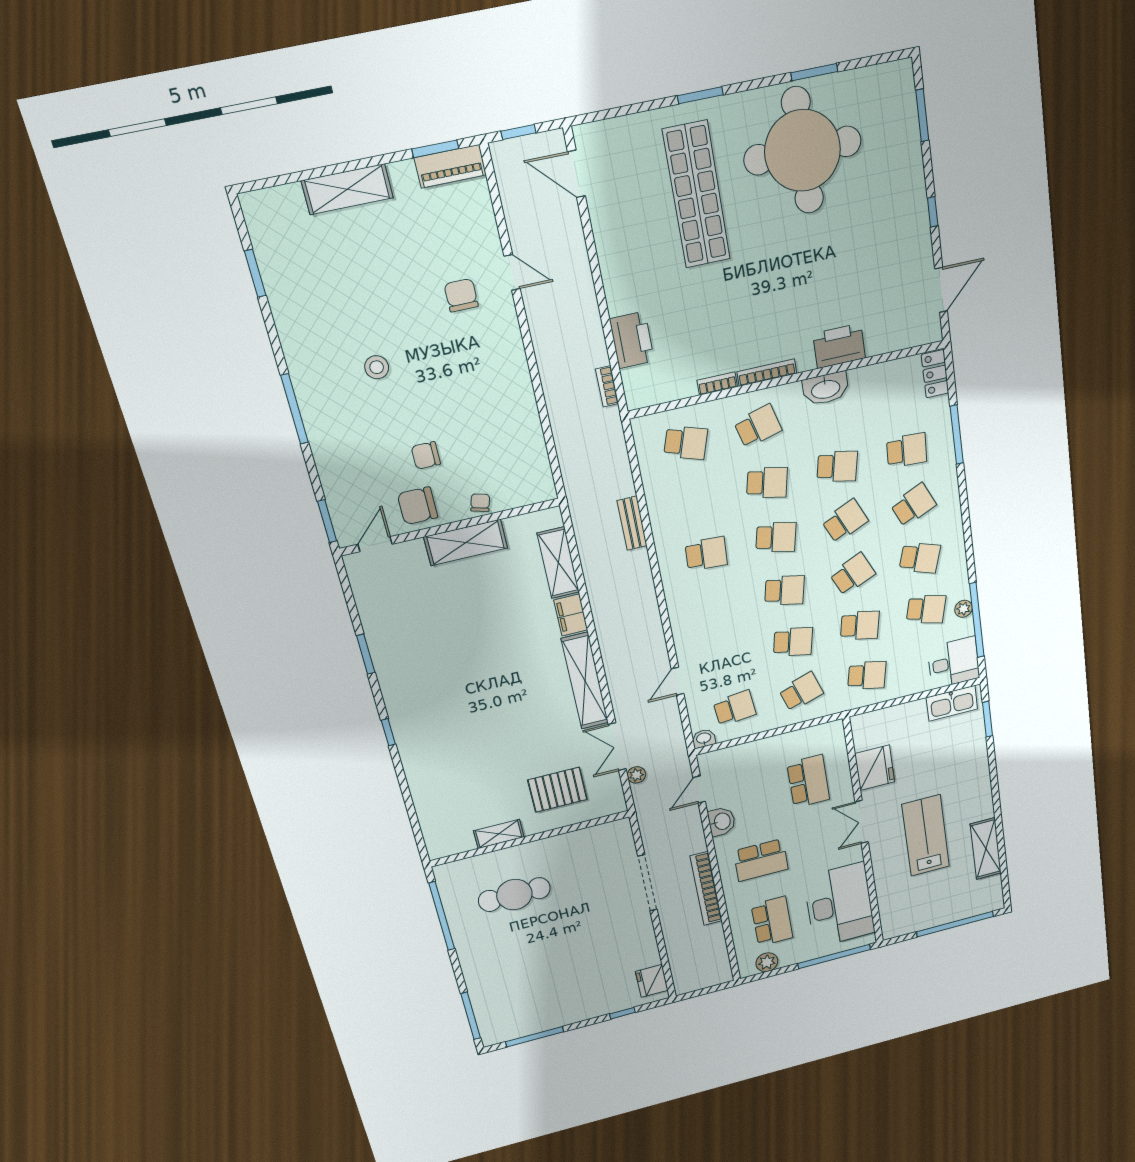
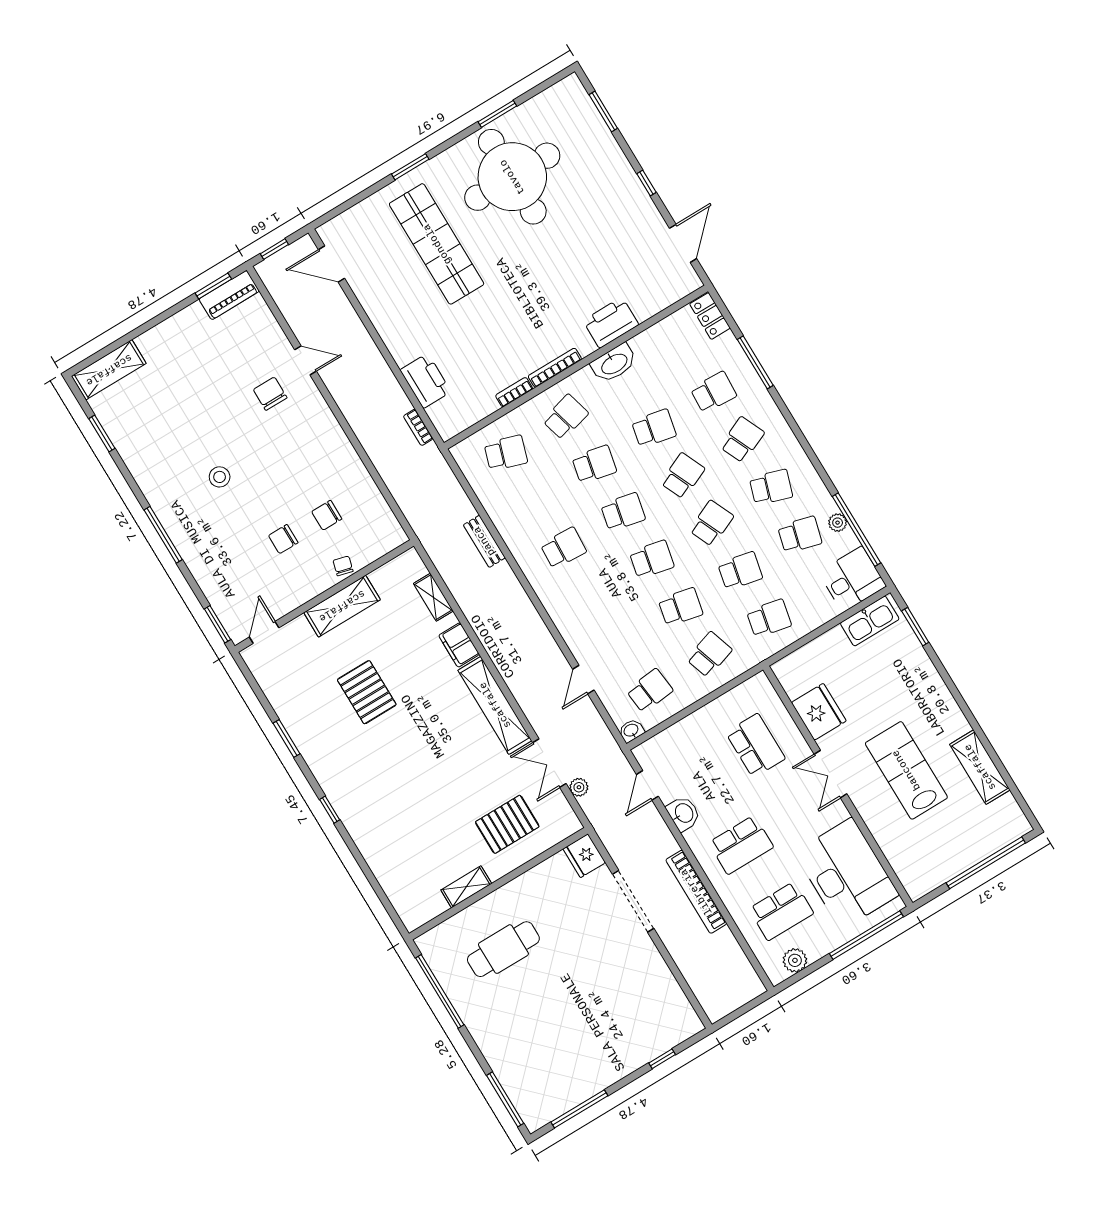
shelving: (347, 189) -> (109, 370), moved
chair: (417, 506) -> (327, 515), moved, width x0.73, depth x0.73
shelving: (558, 563) -> (433, 597), width x0.67, depth x0.75
pallet: (463, 633) -> (367, 692), added
school desk: (772, 921) -> (781, 911), turned 90
fridge: (652, 981) -> (584, 856), moved

